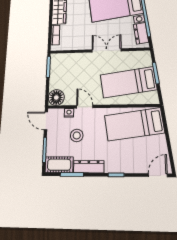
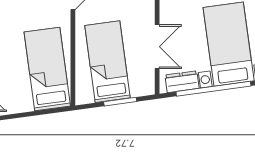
double door: (106, 50) -> (157, 47), moved

